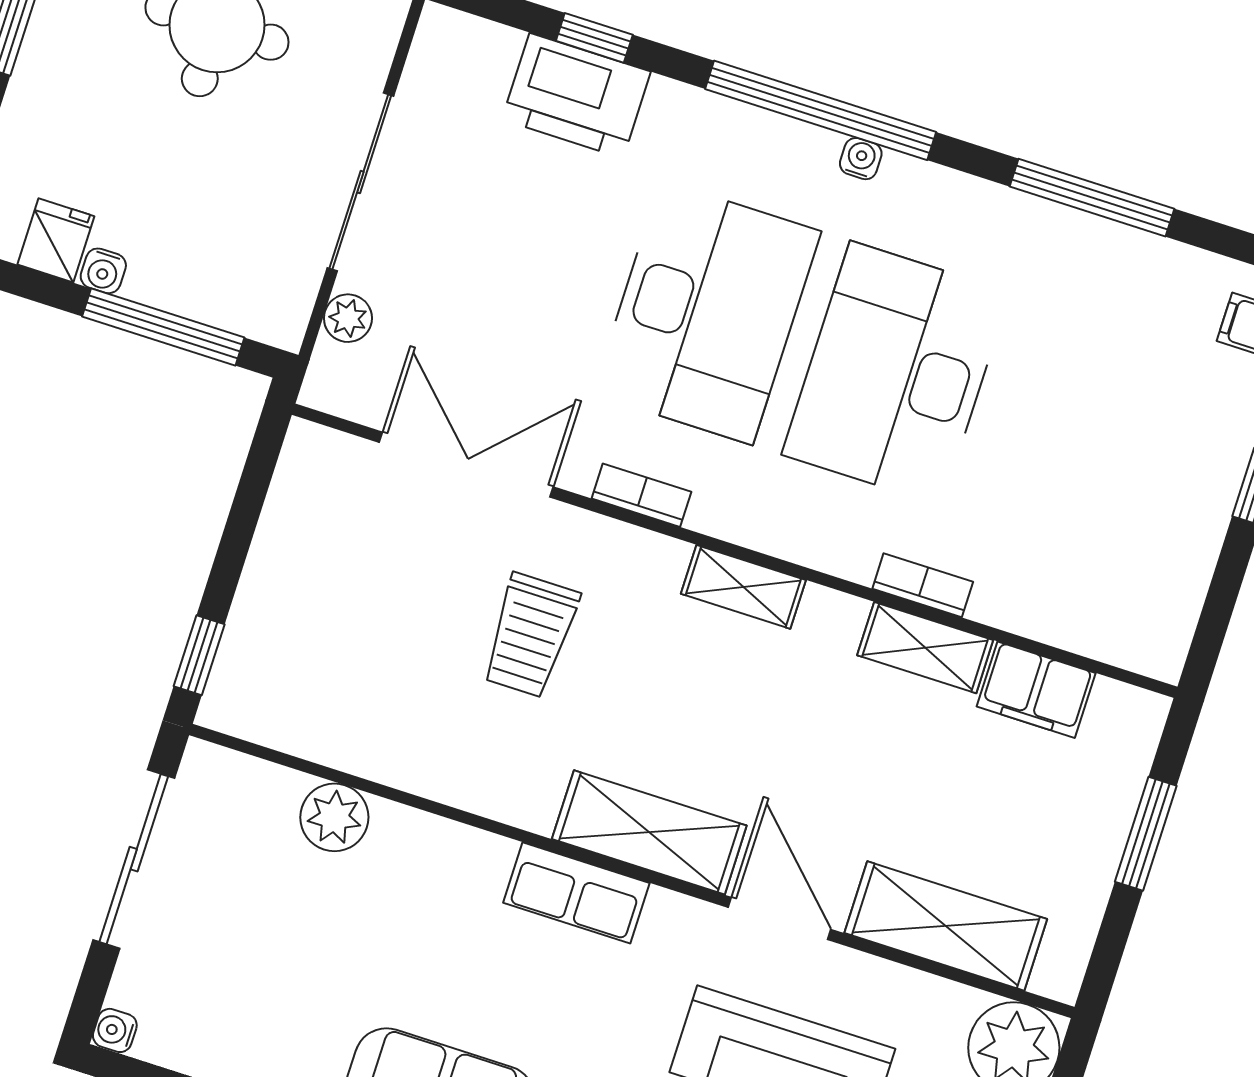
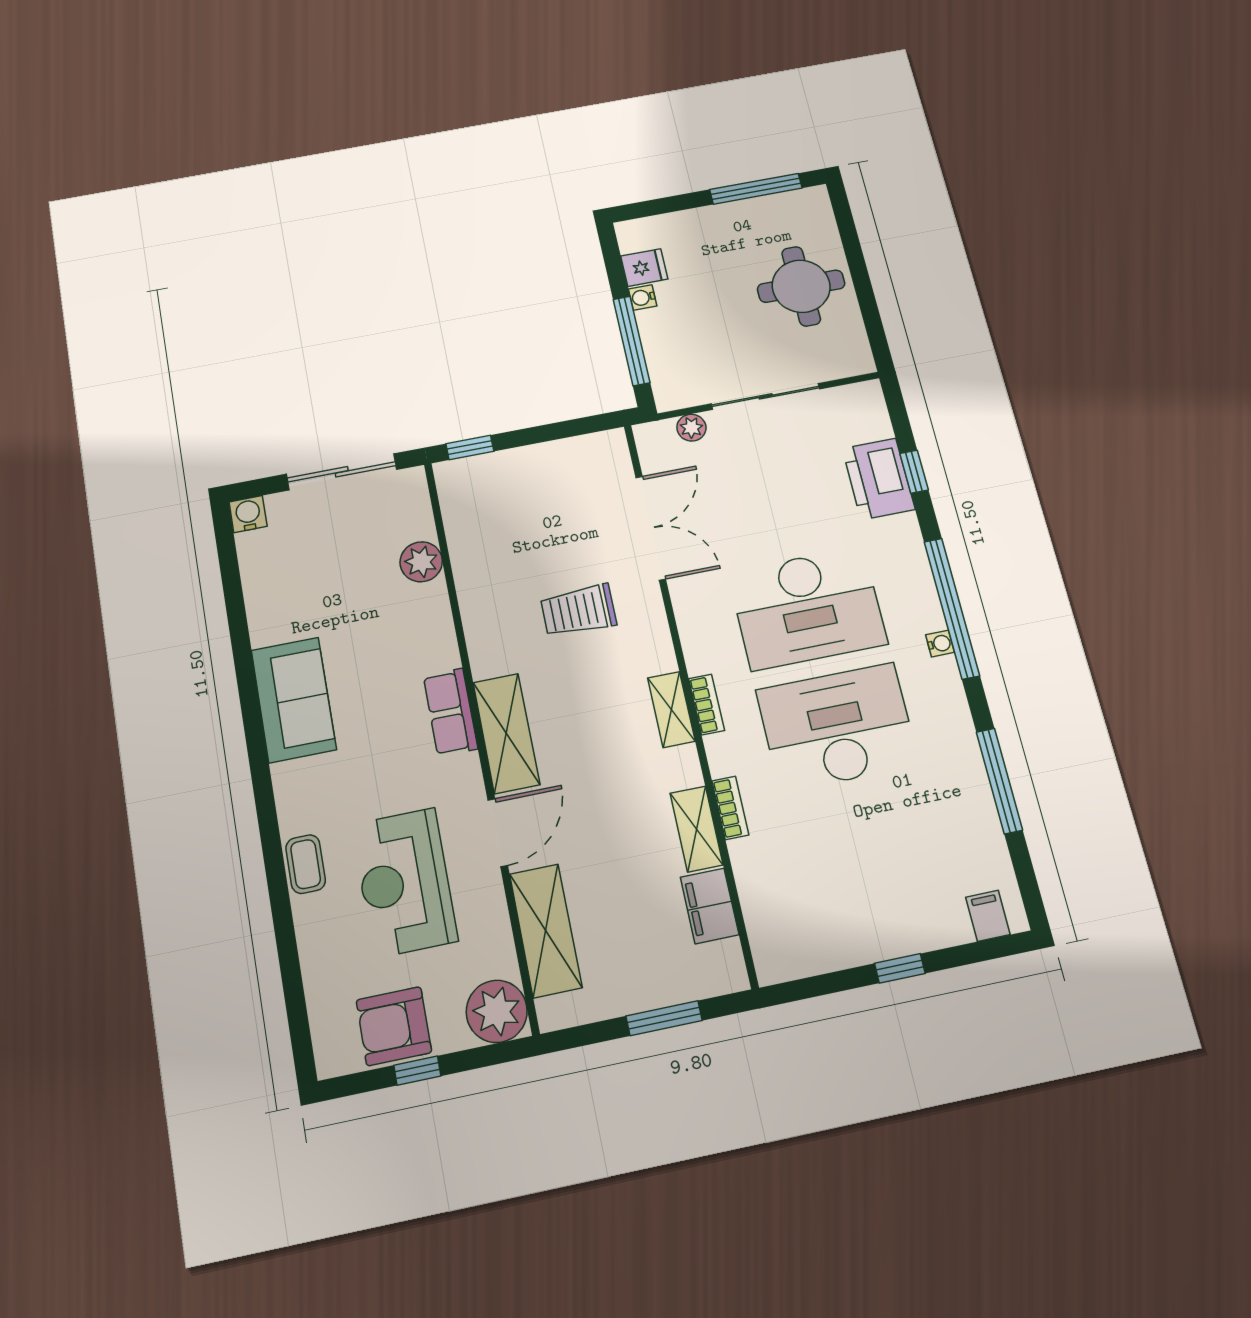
bookcase: (641, 495) -> (707, 704), moved
water cooler: (115, 1030) -> (248, 514), width x1.38, depth x1.38

